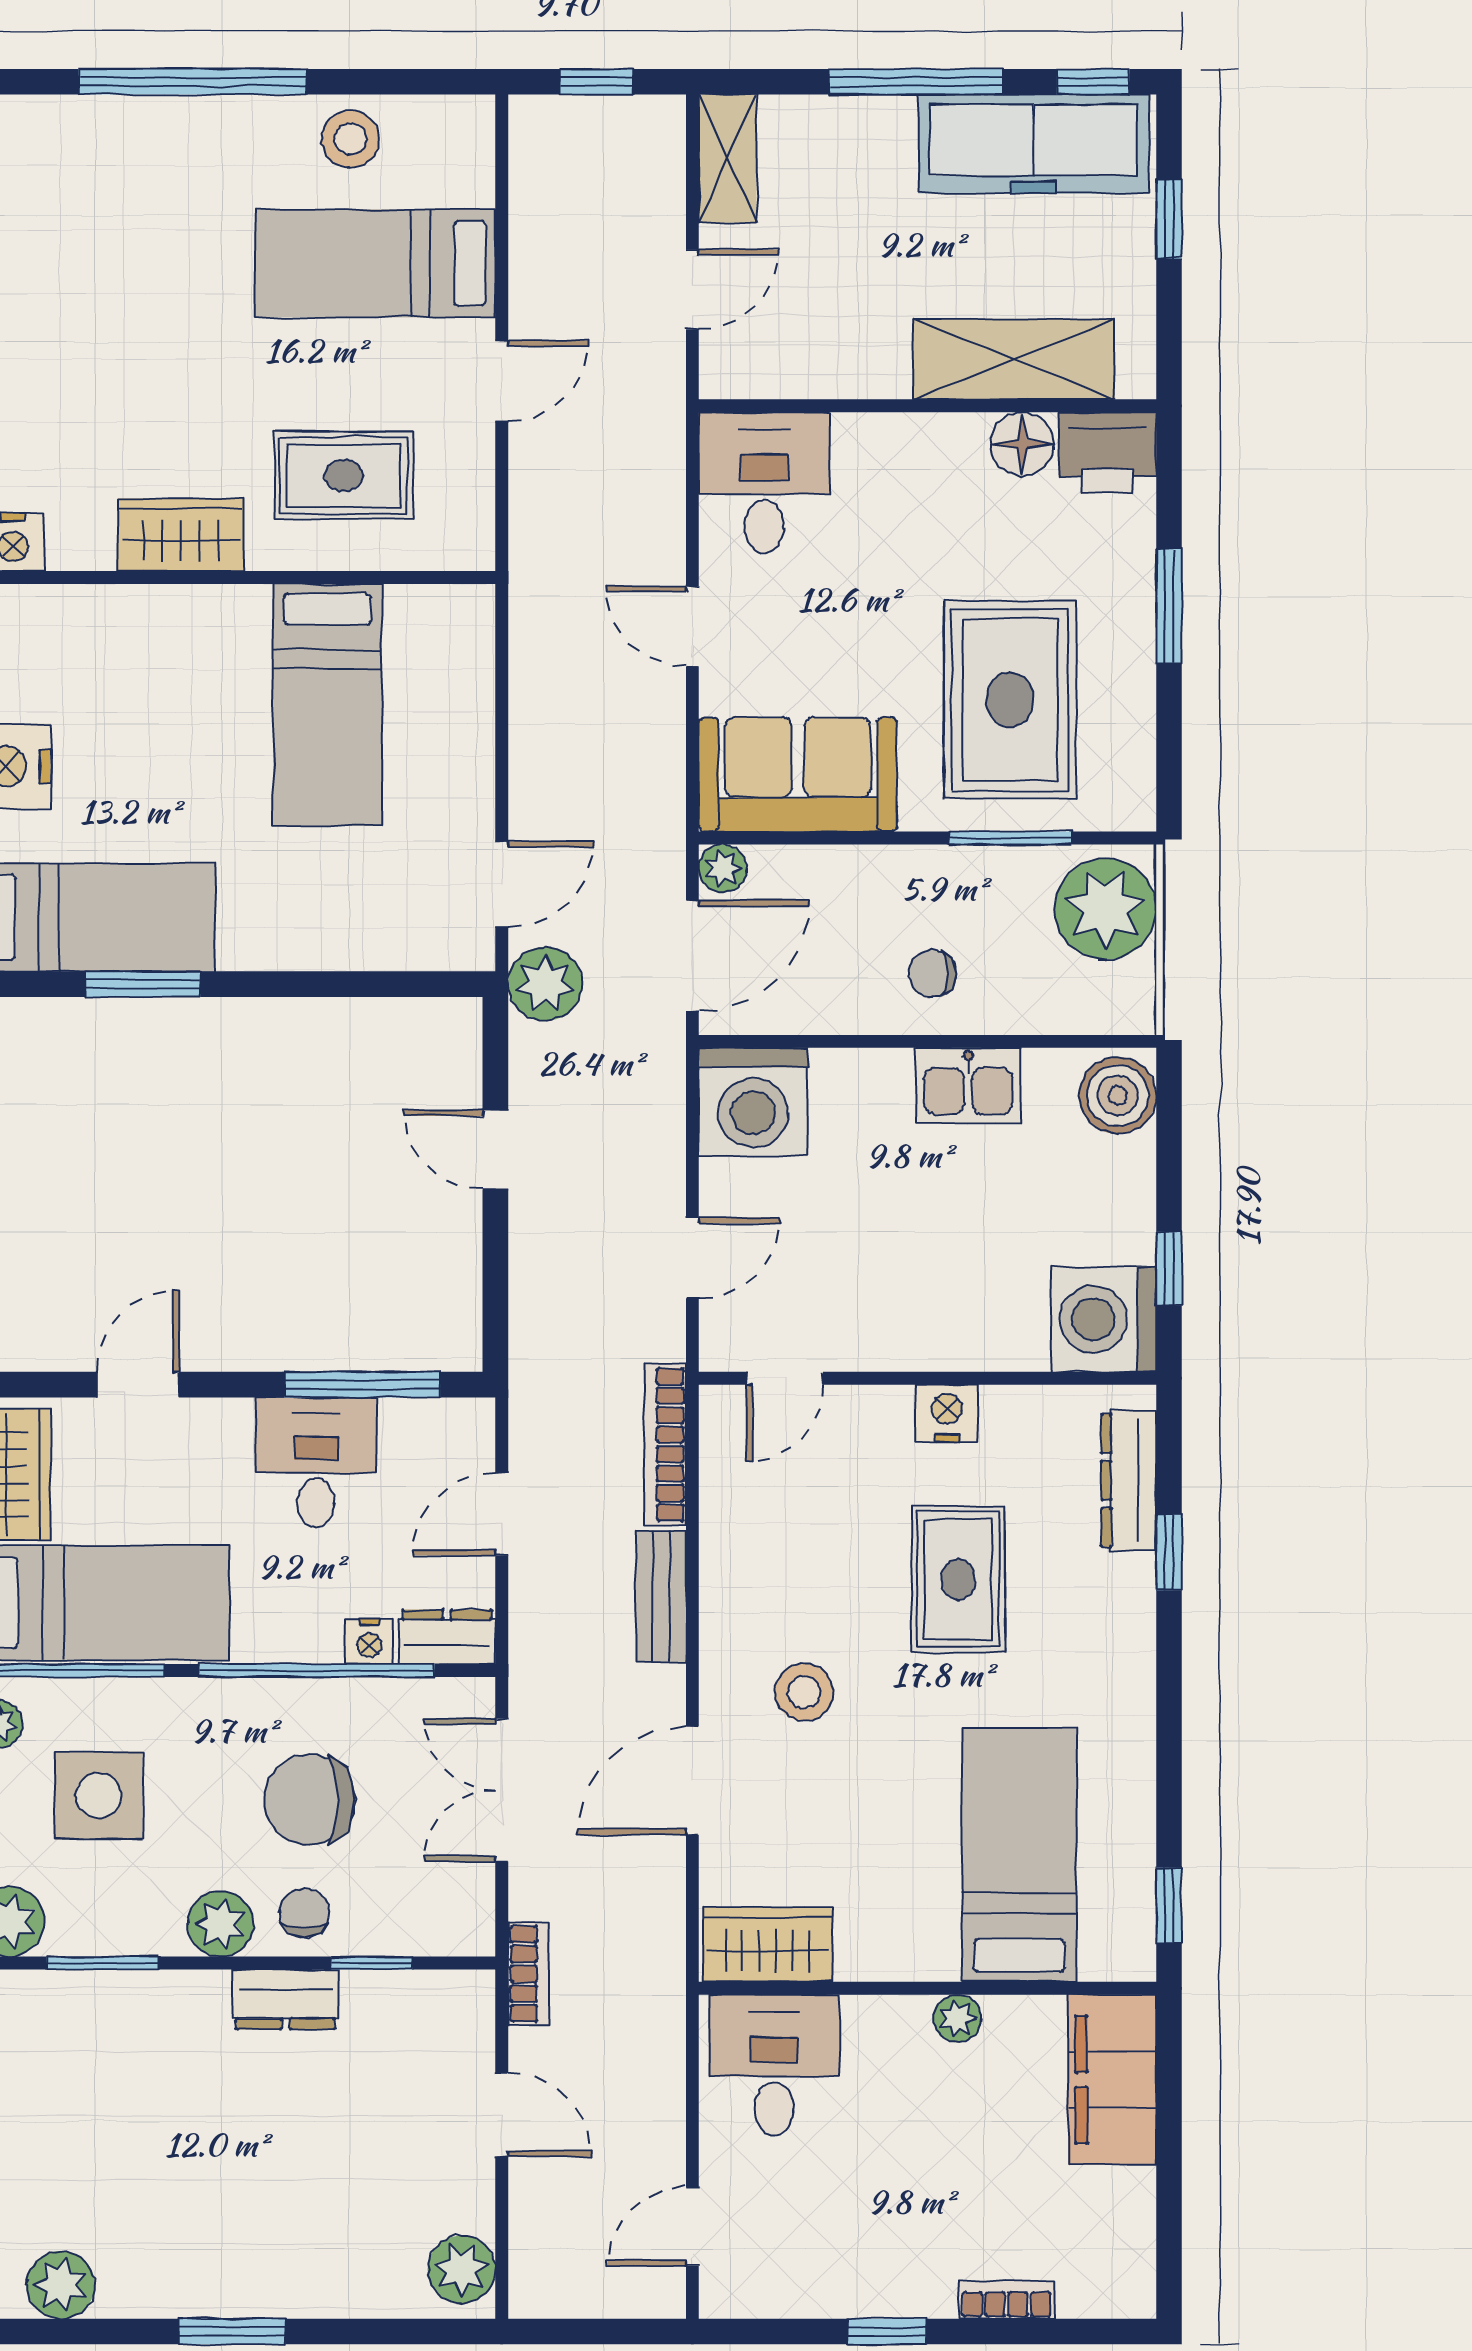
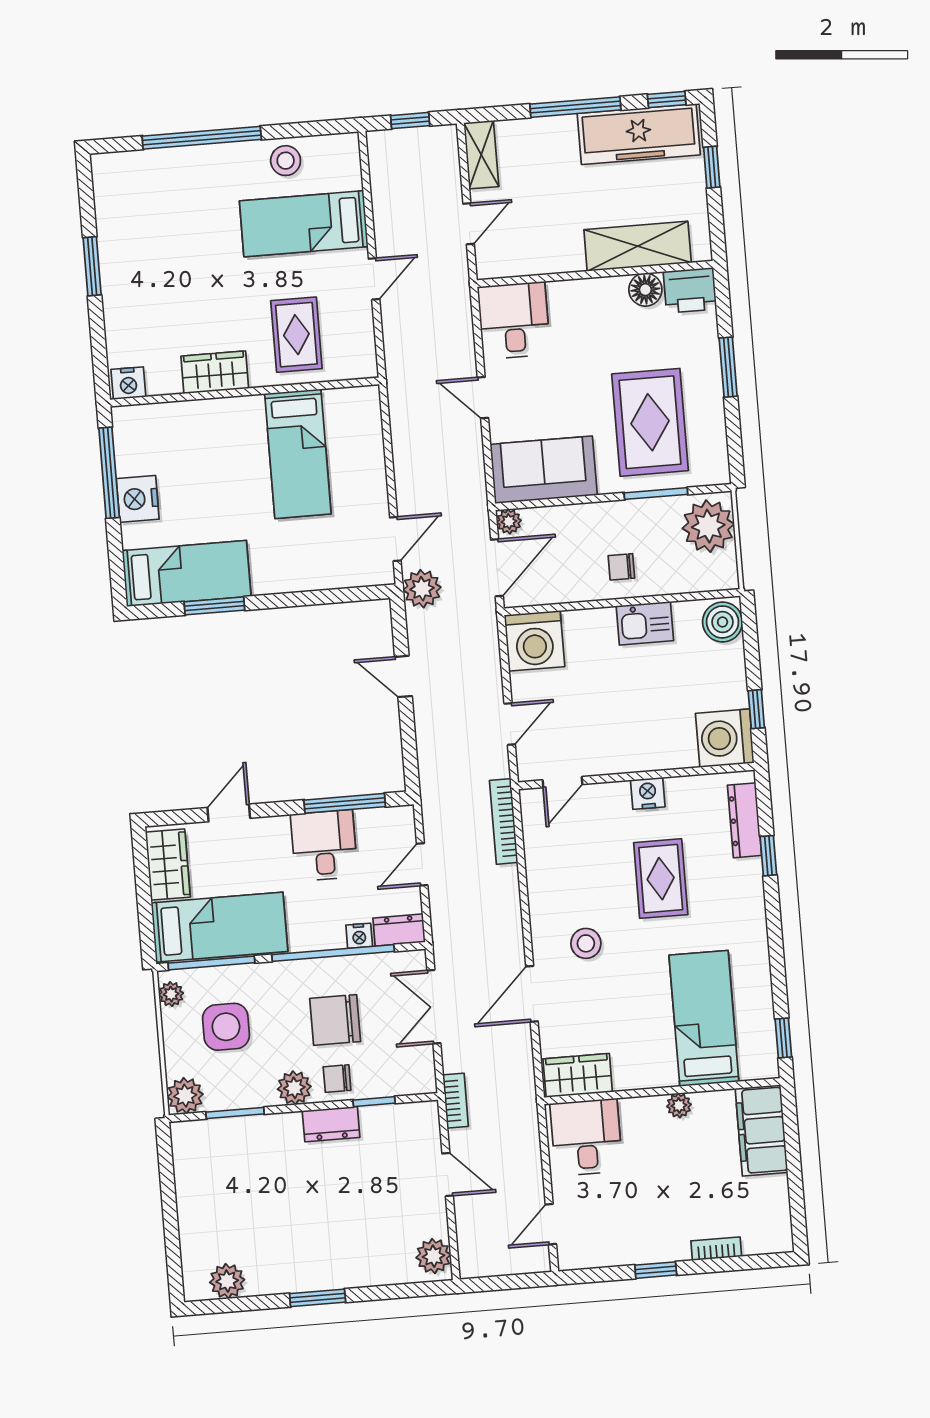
rug: (344, 475) -> (296, 335), turned 90
bench: (661, 1597) -> (508, 900), removed
chair: (304, 1913) -> (337, 1079), turned -90

